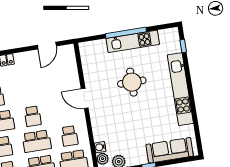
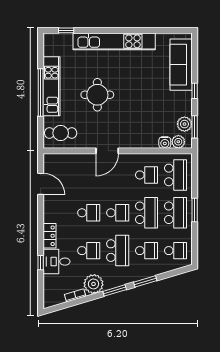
cafe table: (94, 56) -> (61, 133), added
school desk: (29, 91) -> (89, 213), added

